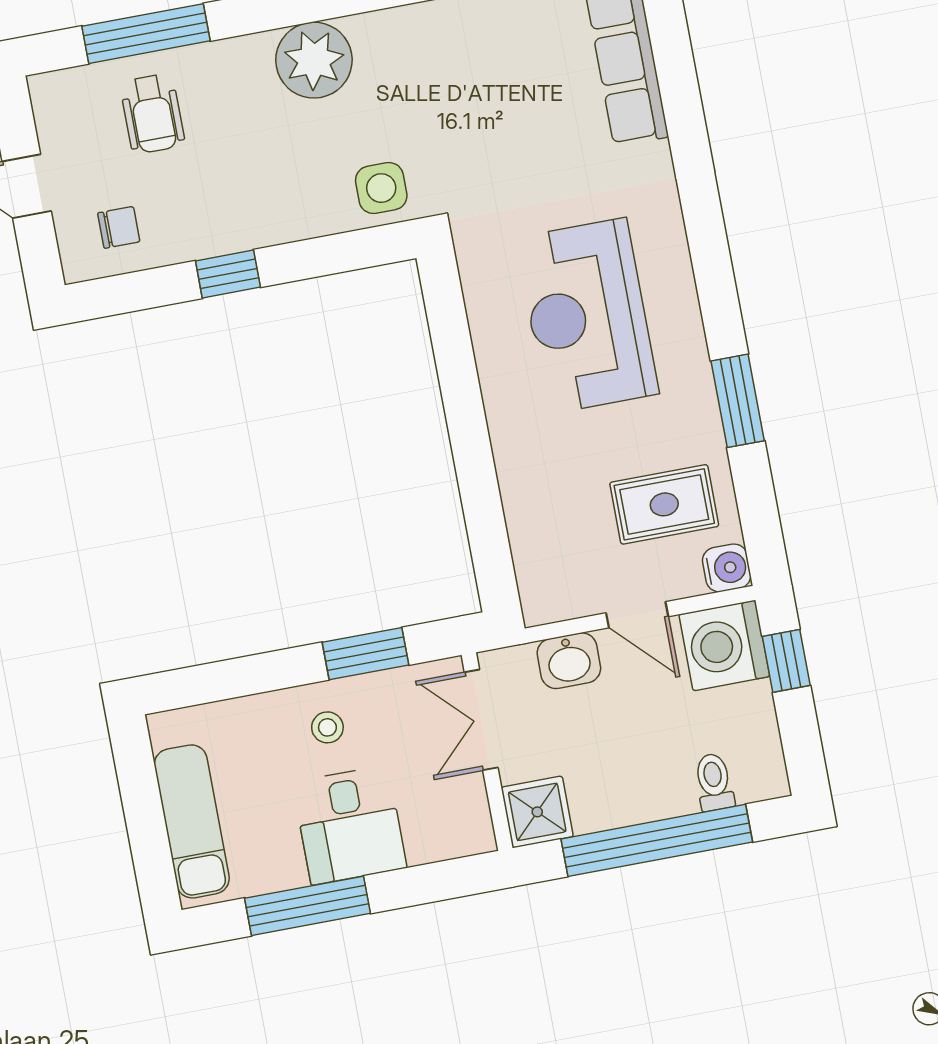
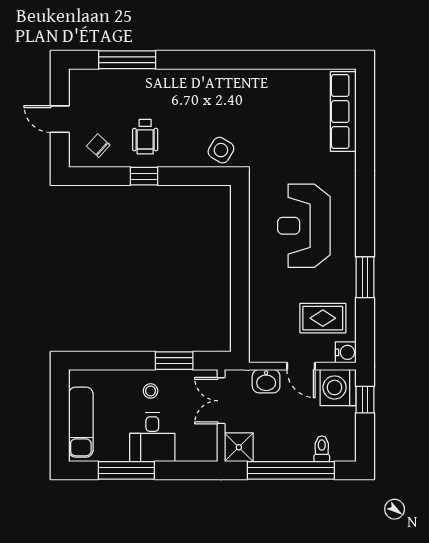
plant: (314, 60) -> (201, 86), removed
wheelchair: (152, 114) -> (145, 137), moved
side table: (381, 188) -> (221, 150), turned 31
chair: (119, 227) -> (98, 146), turned -138

